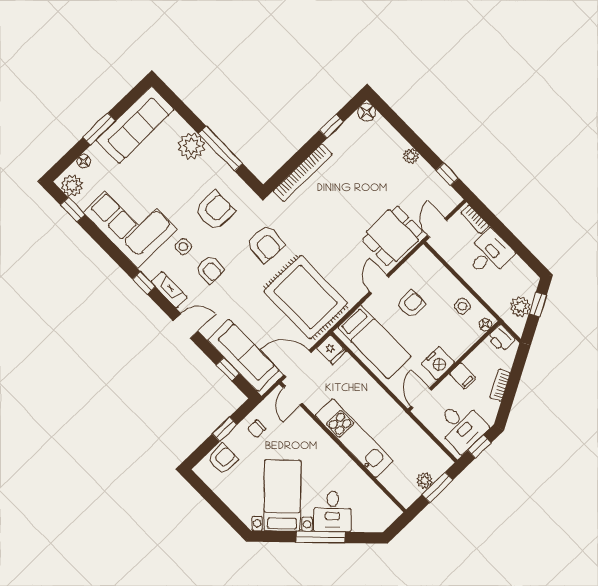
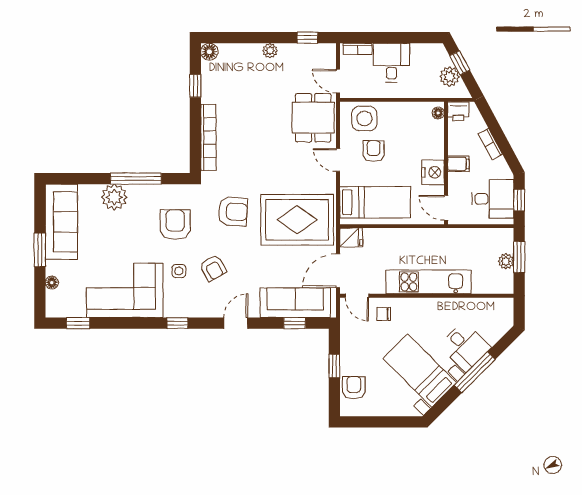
plant: (72, 186) -> (61, 307), removed
armchair: (210, 270) -> (213, 268), turned 61
fireplace: (169, 290) -> (199, 310), removed
side table: (462, 306) -> (364, 119), moved, width x1.87, depth x1.87
chair: (257, 429) -> (384, 314), moved, turned 90

